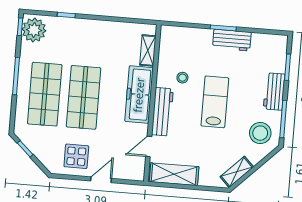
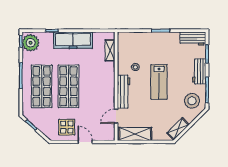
workbench: (232, 40) -> (193, 39), moved
freezer: (139, 95) -> (73, 40), moved, turned -90
lab bench: (215, 102) -> (159, 82), turned 180
door: (101, 180) -> (85, 142), hinge flipped

